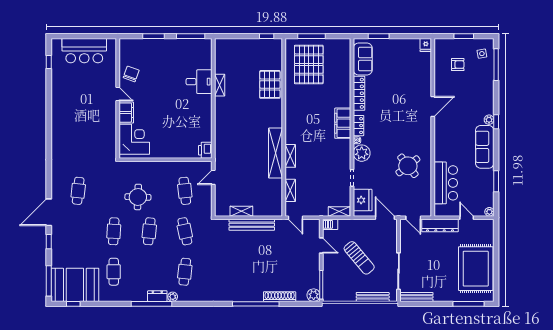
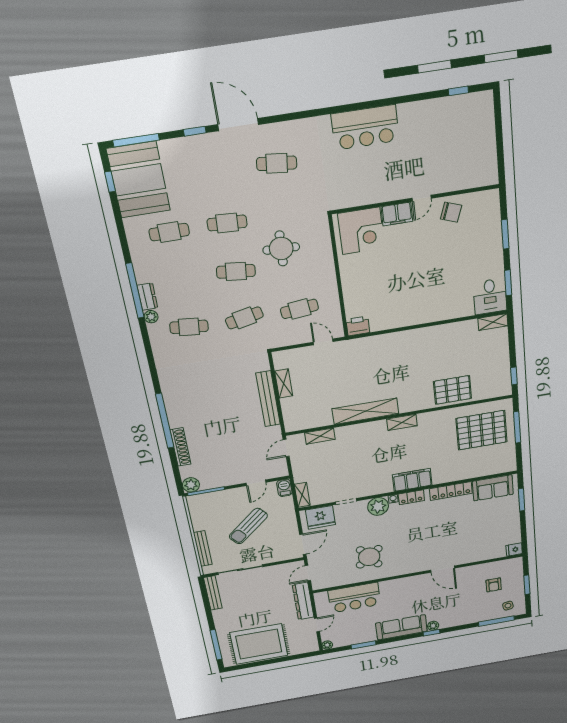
window: (191, 36) -> (508, 283), width x0.69
bar counter: (84, 51) -> (365, 127), moved, turned -90
desk: (199, 82) -> (490, 296), moved
shelving: (220, 85) -> (493, 322), moved
shelving: (290, 156) -> (402, 422), moved

